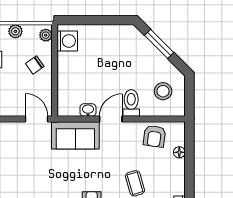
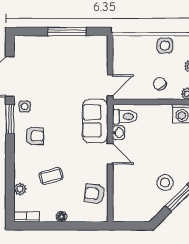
stool: (163, 91) -> (165, 183), moved
toilet: (131, 103) -> (125, 117), moved
floor lamp: (179, 152) -> (61, 217), moved

